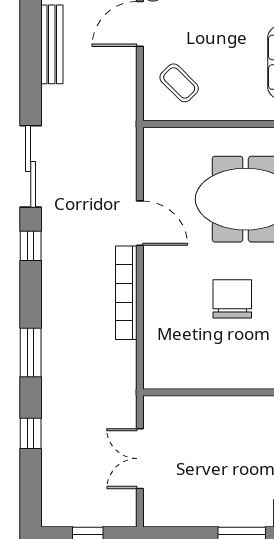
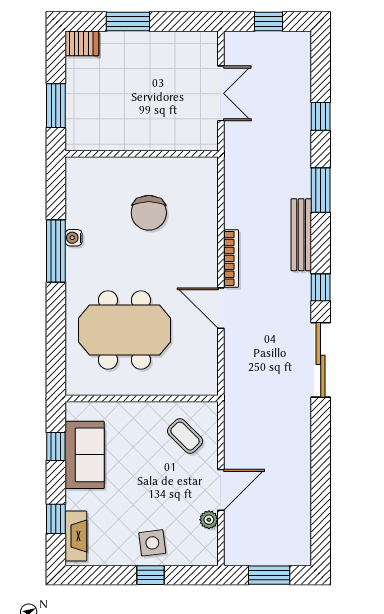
bench: (52, 44) -> (301, 235), moved
bookcase: (126, 293) -> (231, 258), width x0.68, depth x0.76
chair: (232, 299) -> (149, 213), moved

